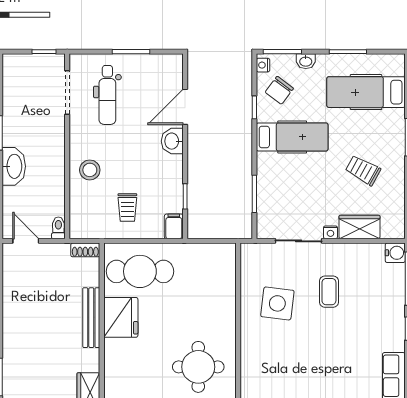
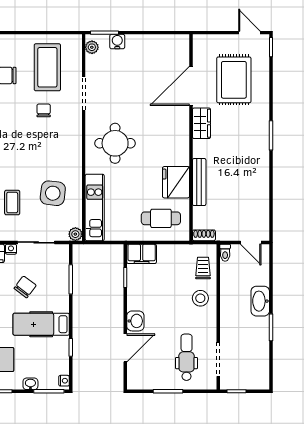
chair: (279, 90) -> (25, 287), moved
trolley: (127, 207) -> (203, 268), moved
filing cabinet: (174, 226) -> (142, 254), width x2.00
plant: (249, 251) -> (75, 234), added
cafe table: (140, 271) -> (161, 218), width x0.73, depth x0.74
kitchen unit: (224, 285) -> (95, 207), added

